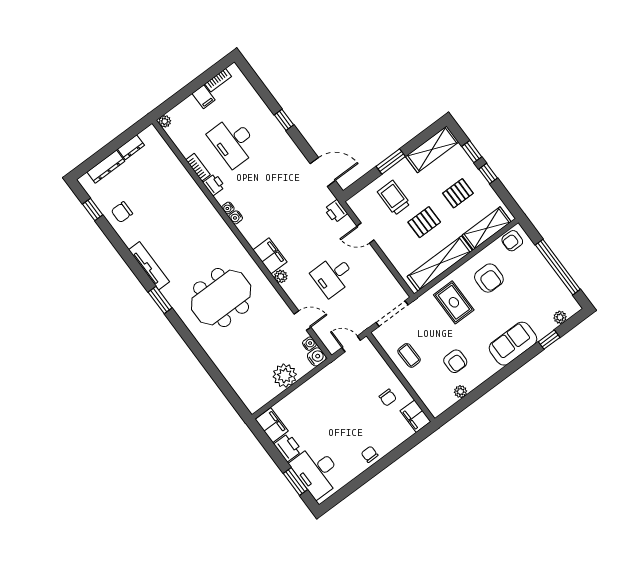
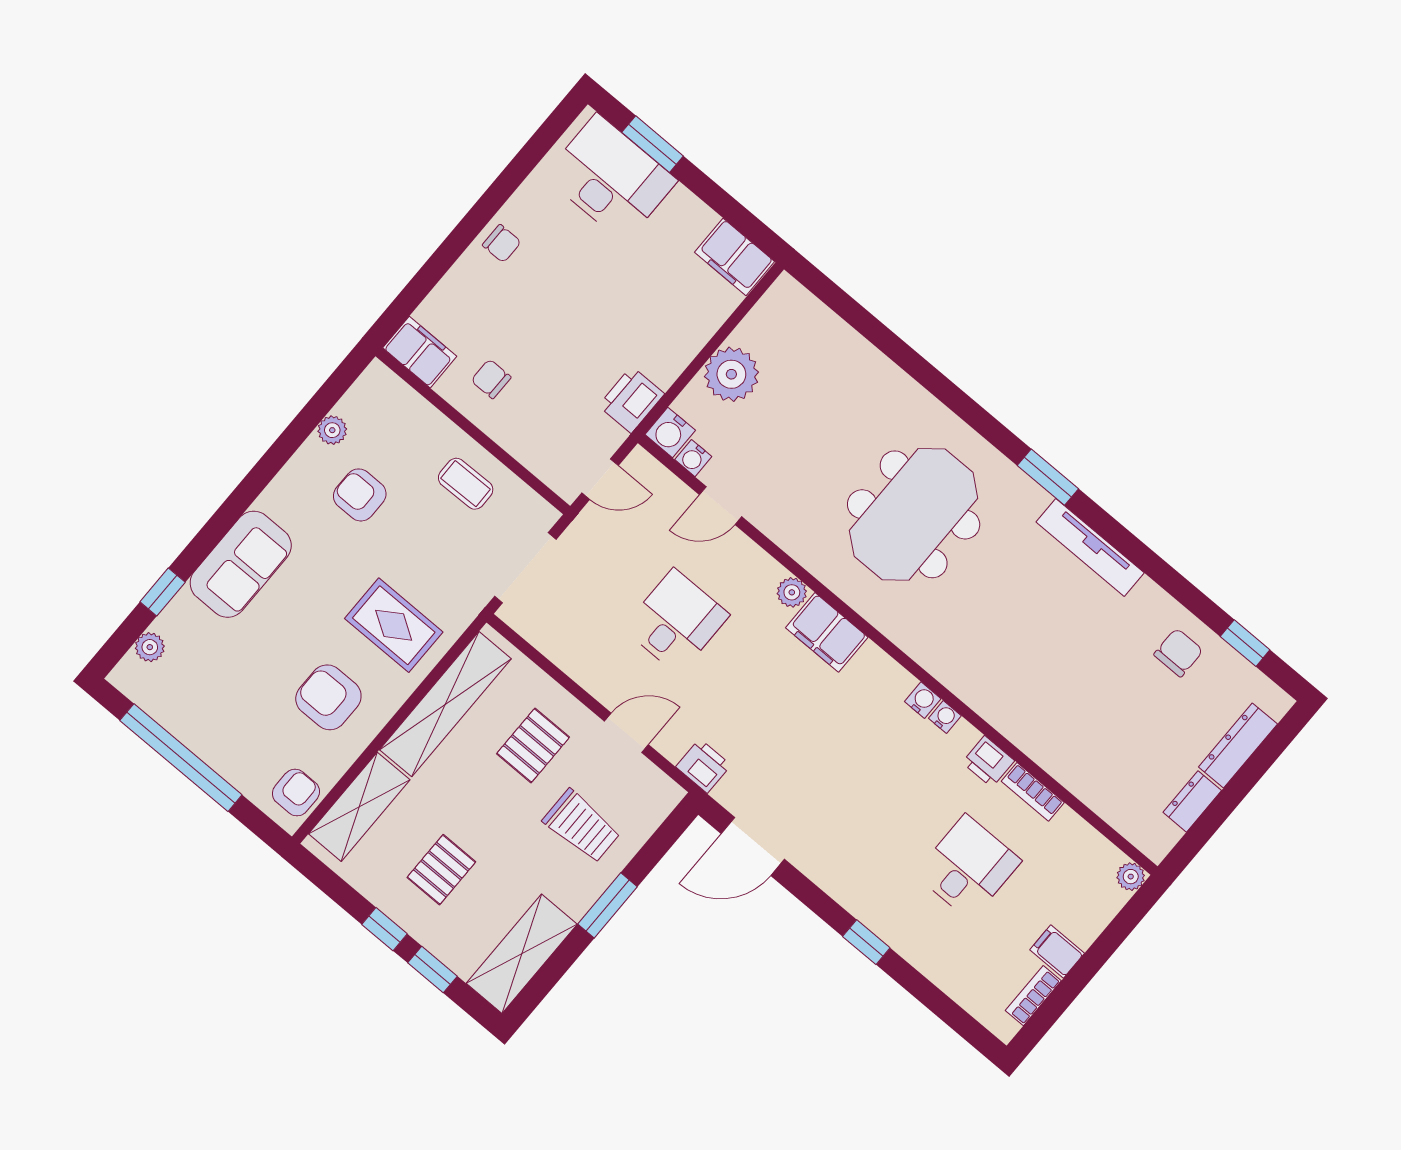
desk: (233, 142) -> (968, 867), width x0.73
pallet: (424, 222) -> (533, 745), moved
printer: (288, 448) -> (631, 400), moved, turned 90

